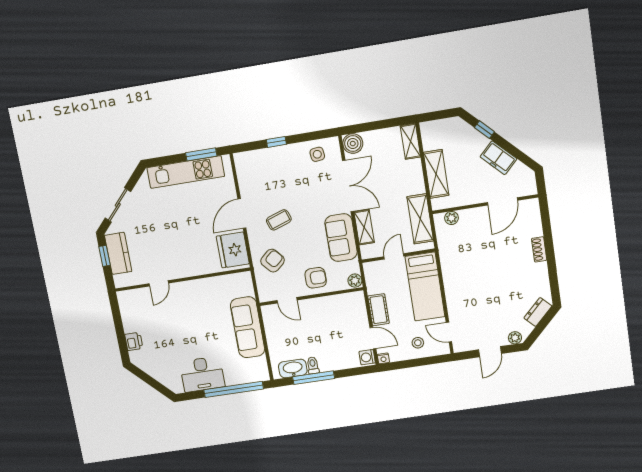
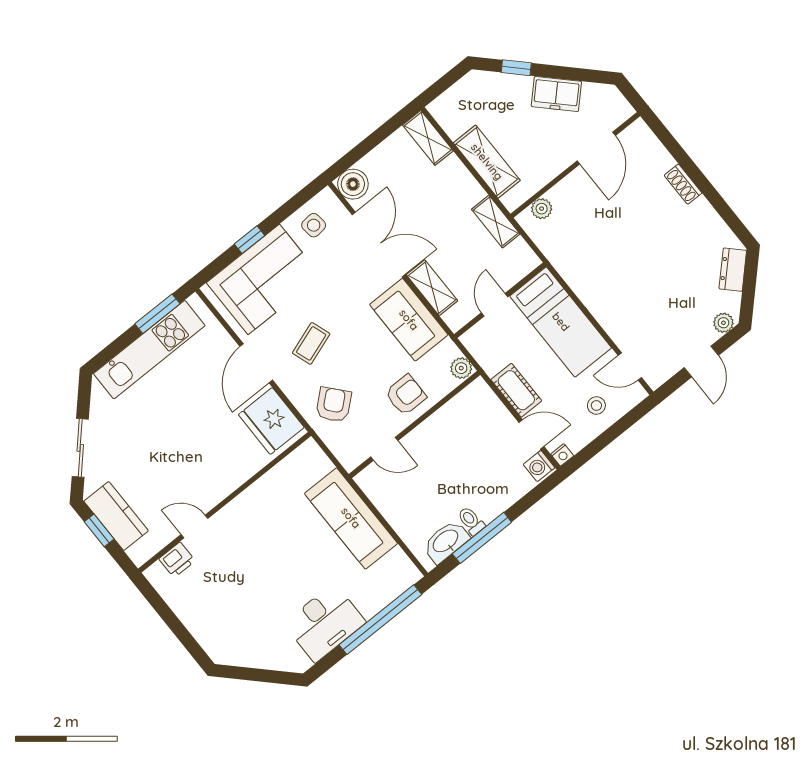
corner sofa: (272, 169) -> (264, 279), added
shelving: (420, 219) -> (496, 222), width x0.67, depth x0.75
door: (159, 283) -> (195, 526), swing flipped
printer: (134, 341) -> (177, 560), moved, turned 90

